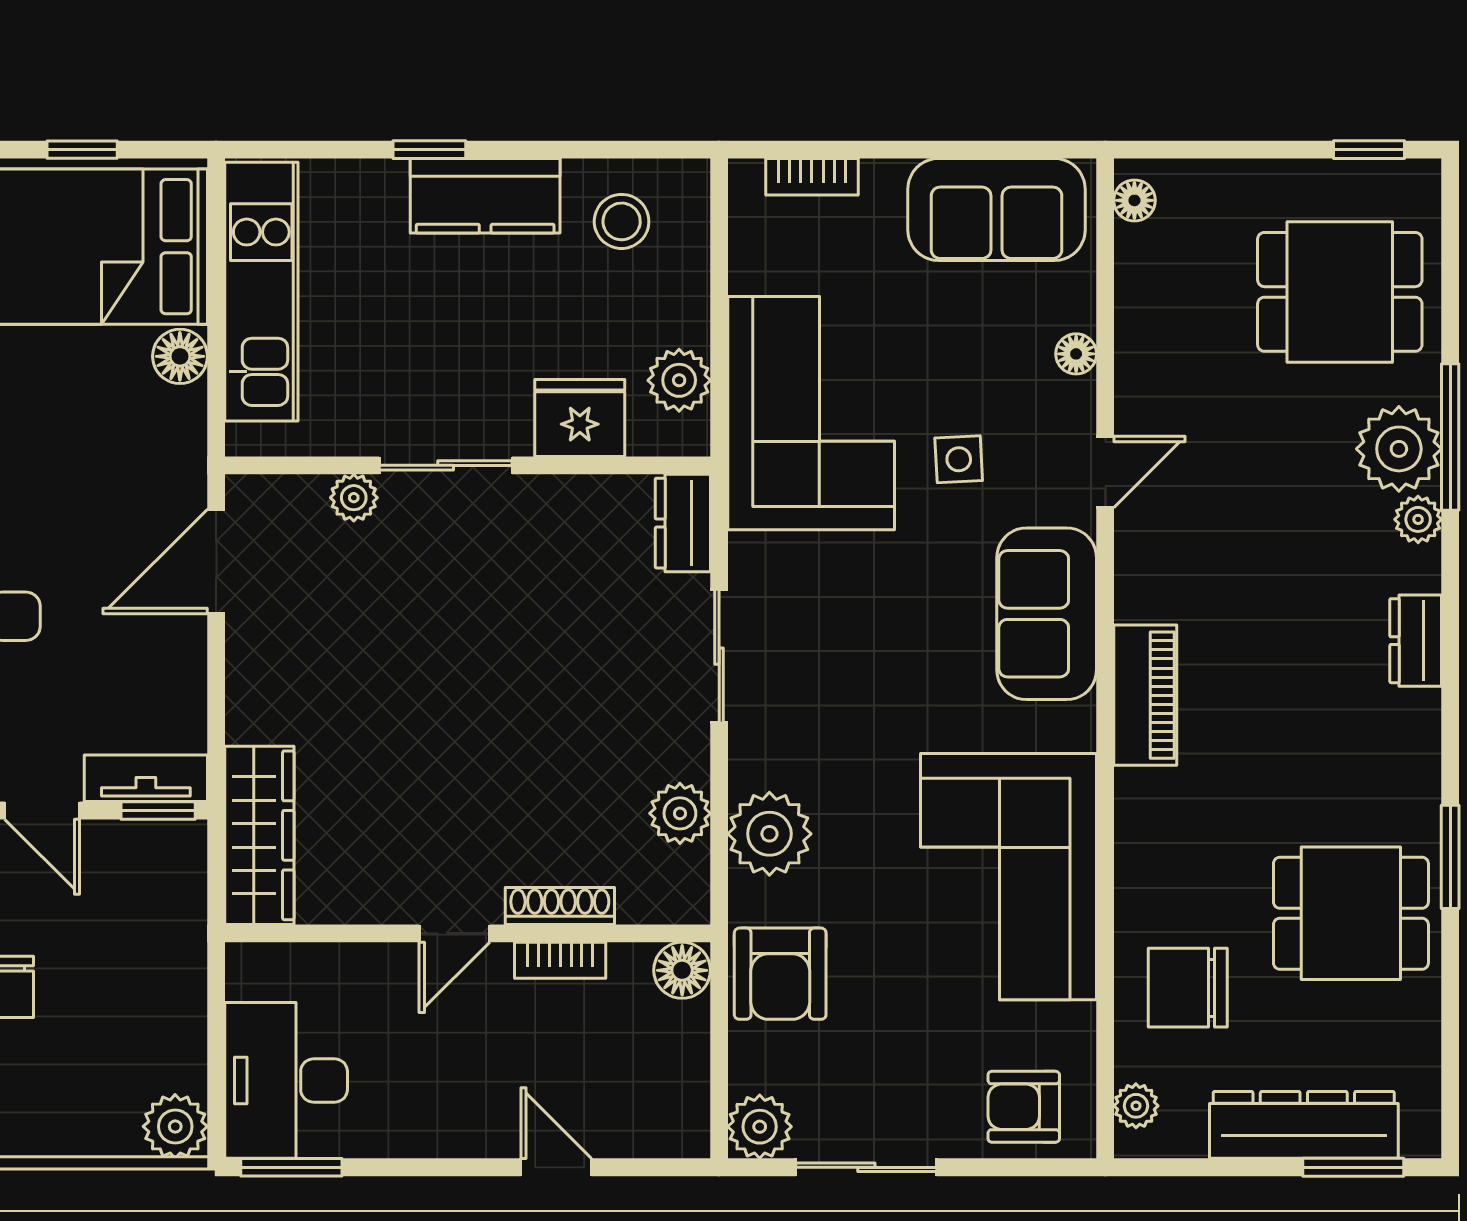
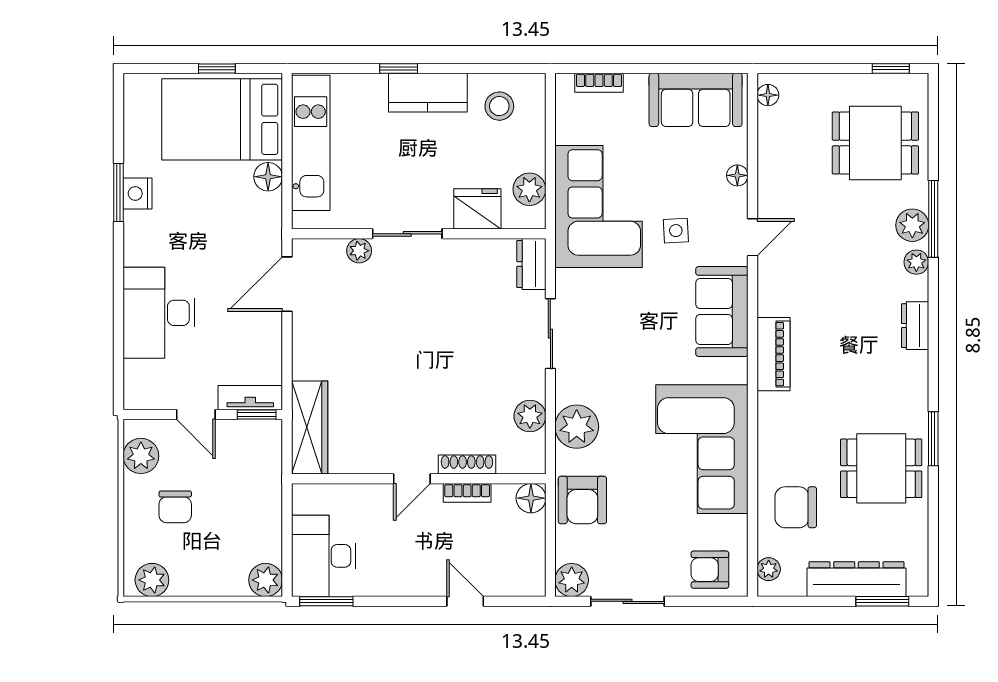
plant: (1399, 449) -> (912, 225), width x0.73, depth x0.73

